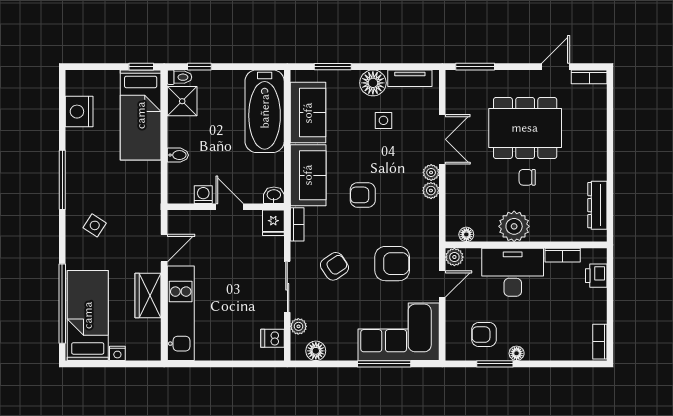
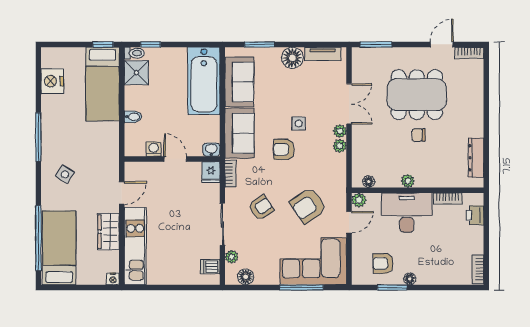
side table: (383, 120) -> (299, 124), moved
plant: (514, 226) -> (408, 181), width x0.53, depth x0.53
armchair: (392, 264) -> (308, 205), turned 146
nightstand: (117, 353) -> (113, 279), moved

